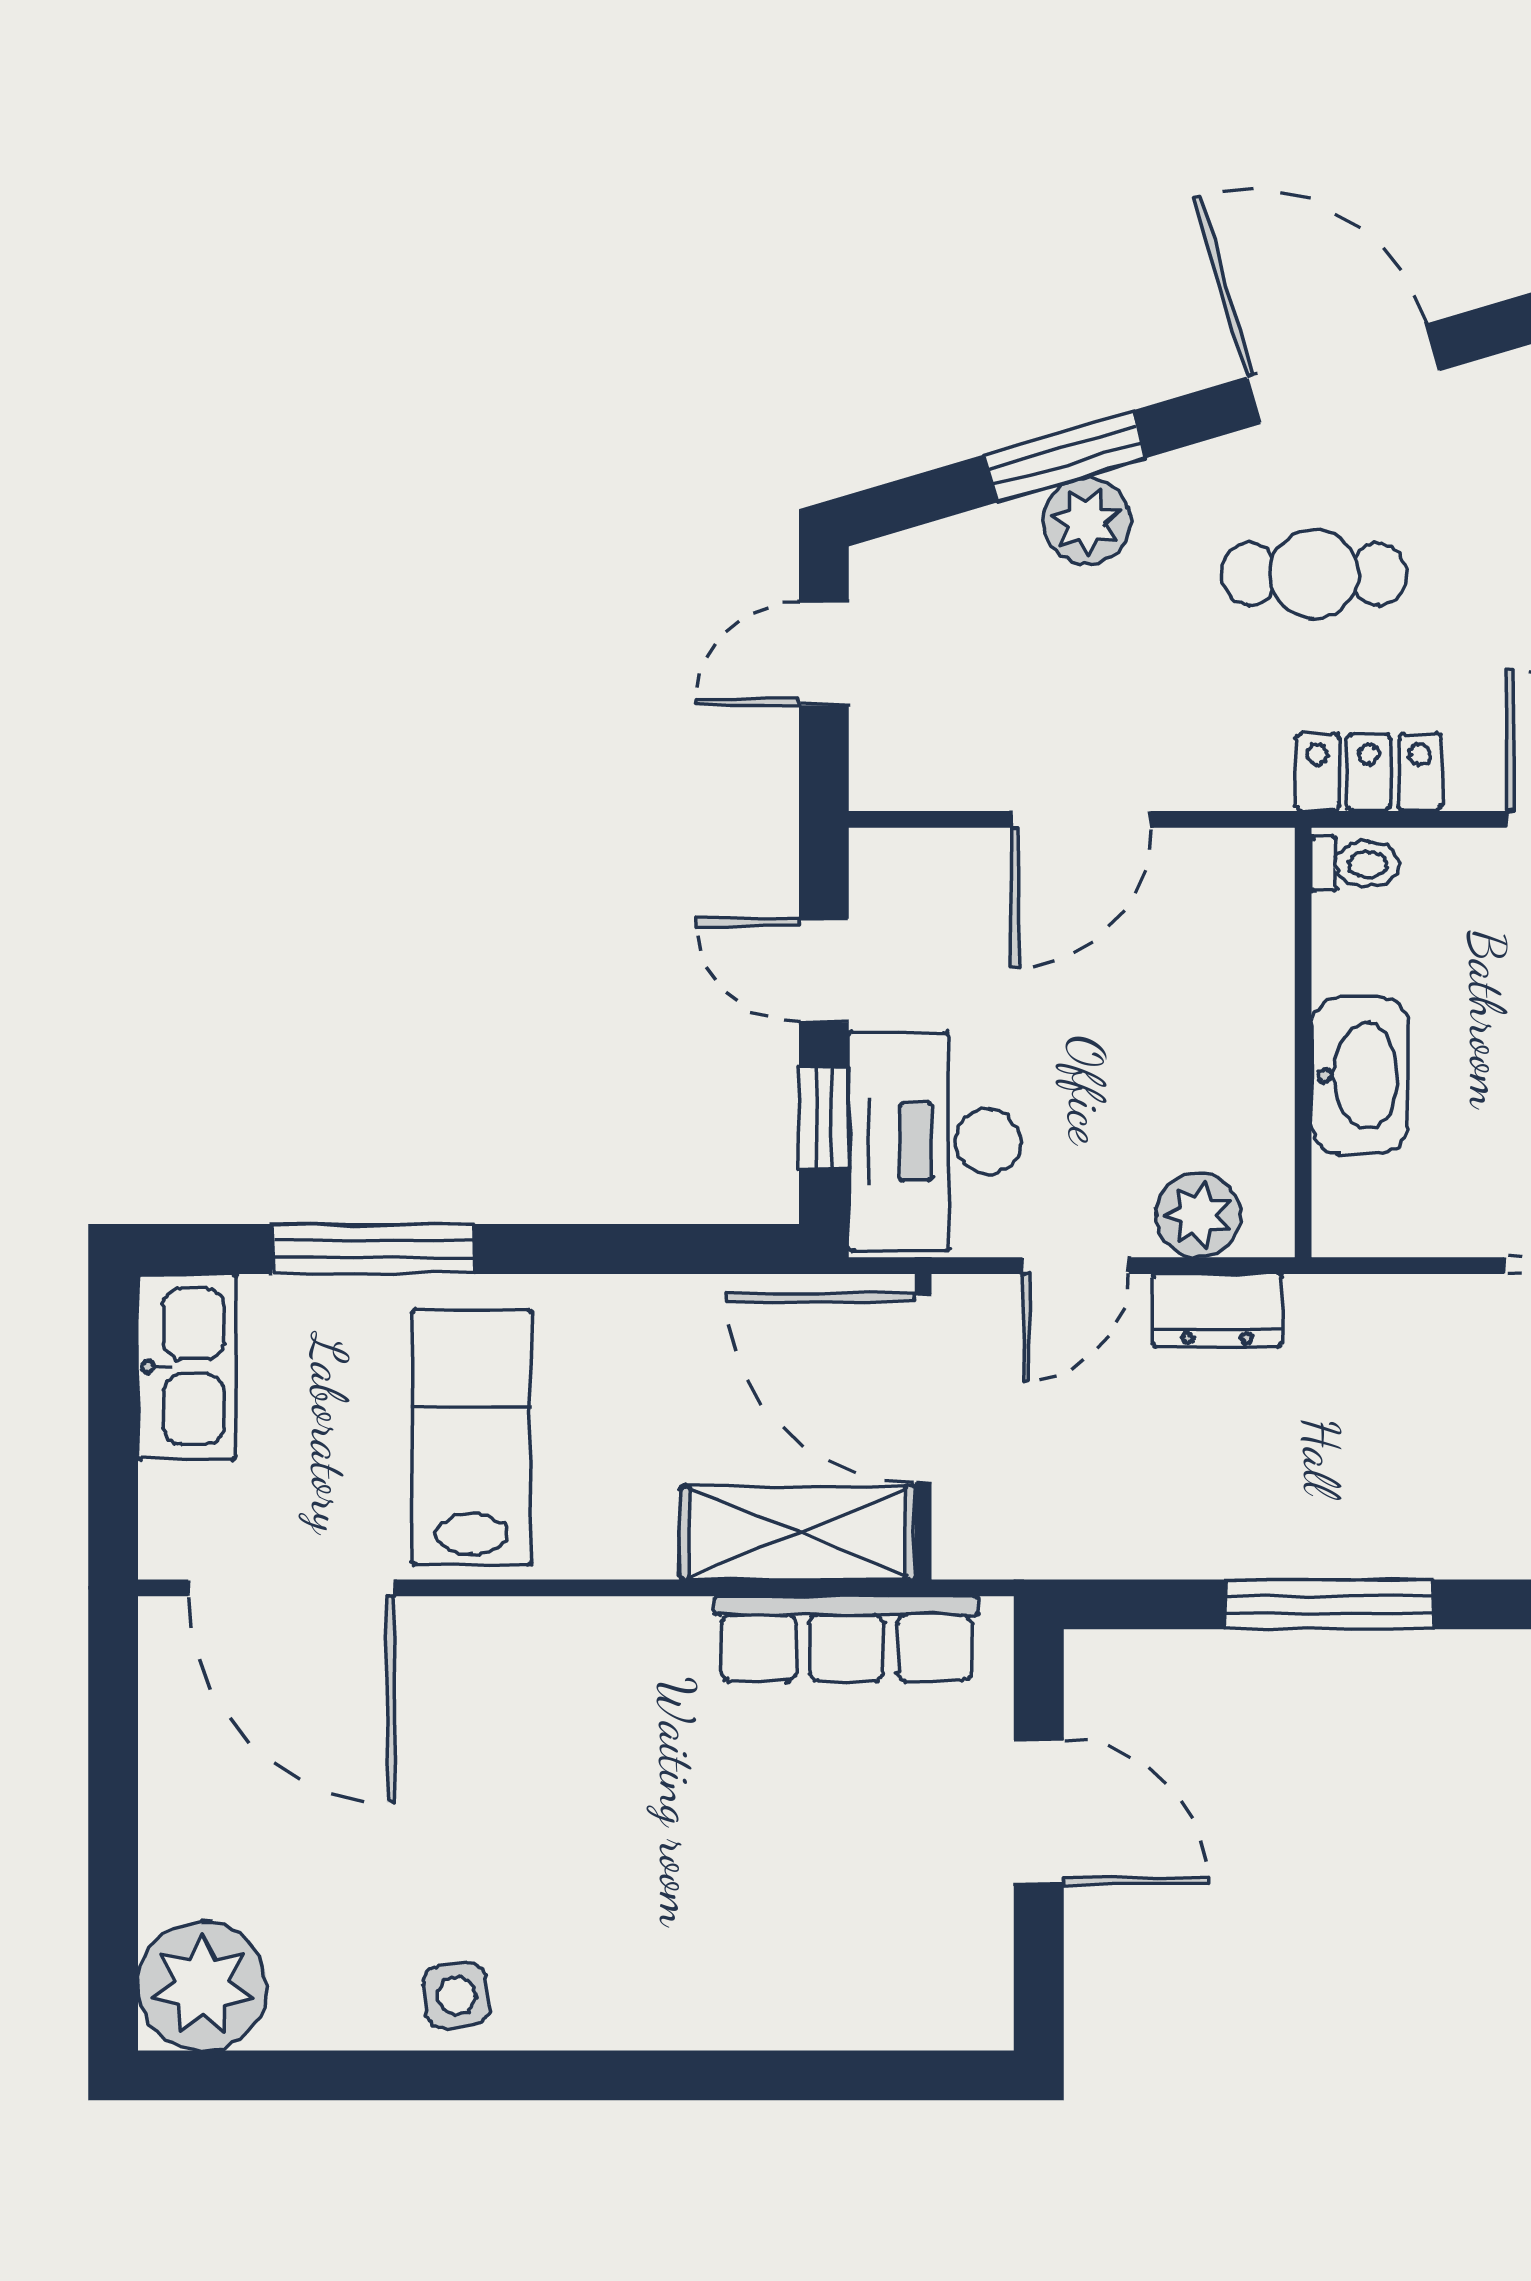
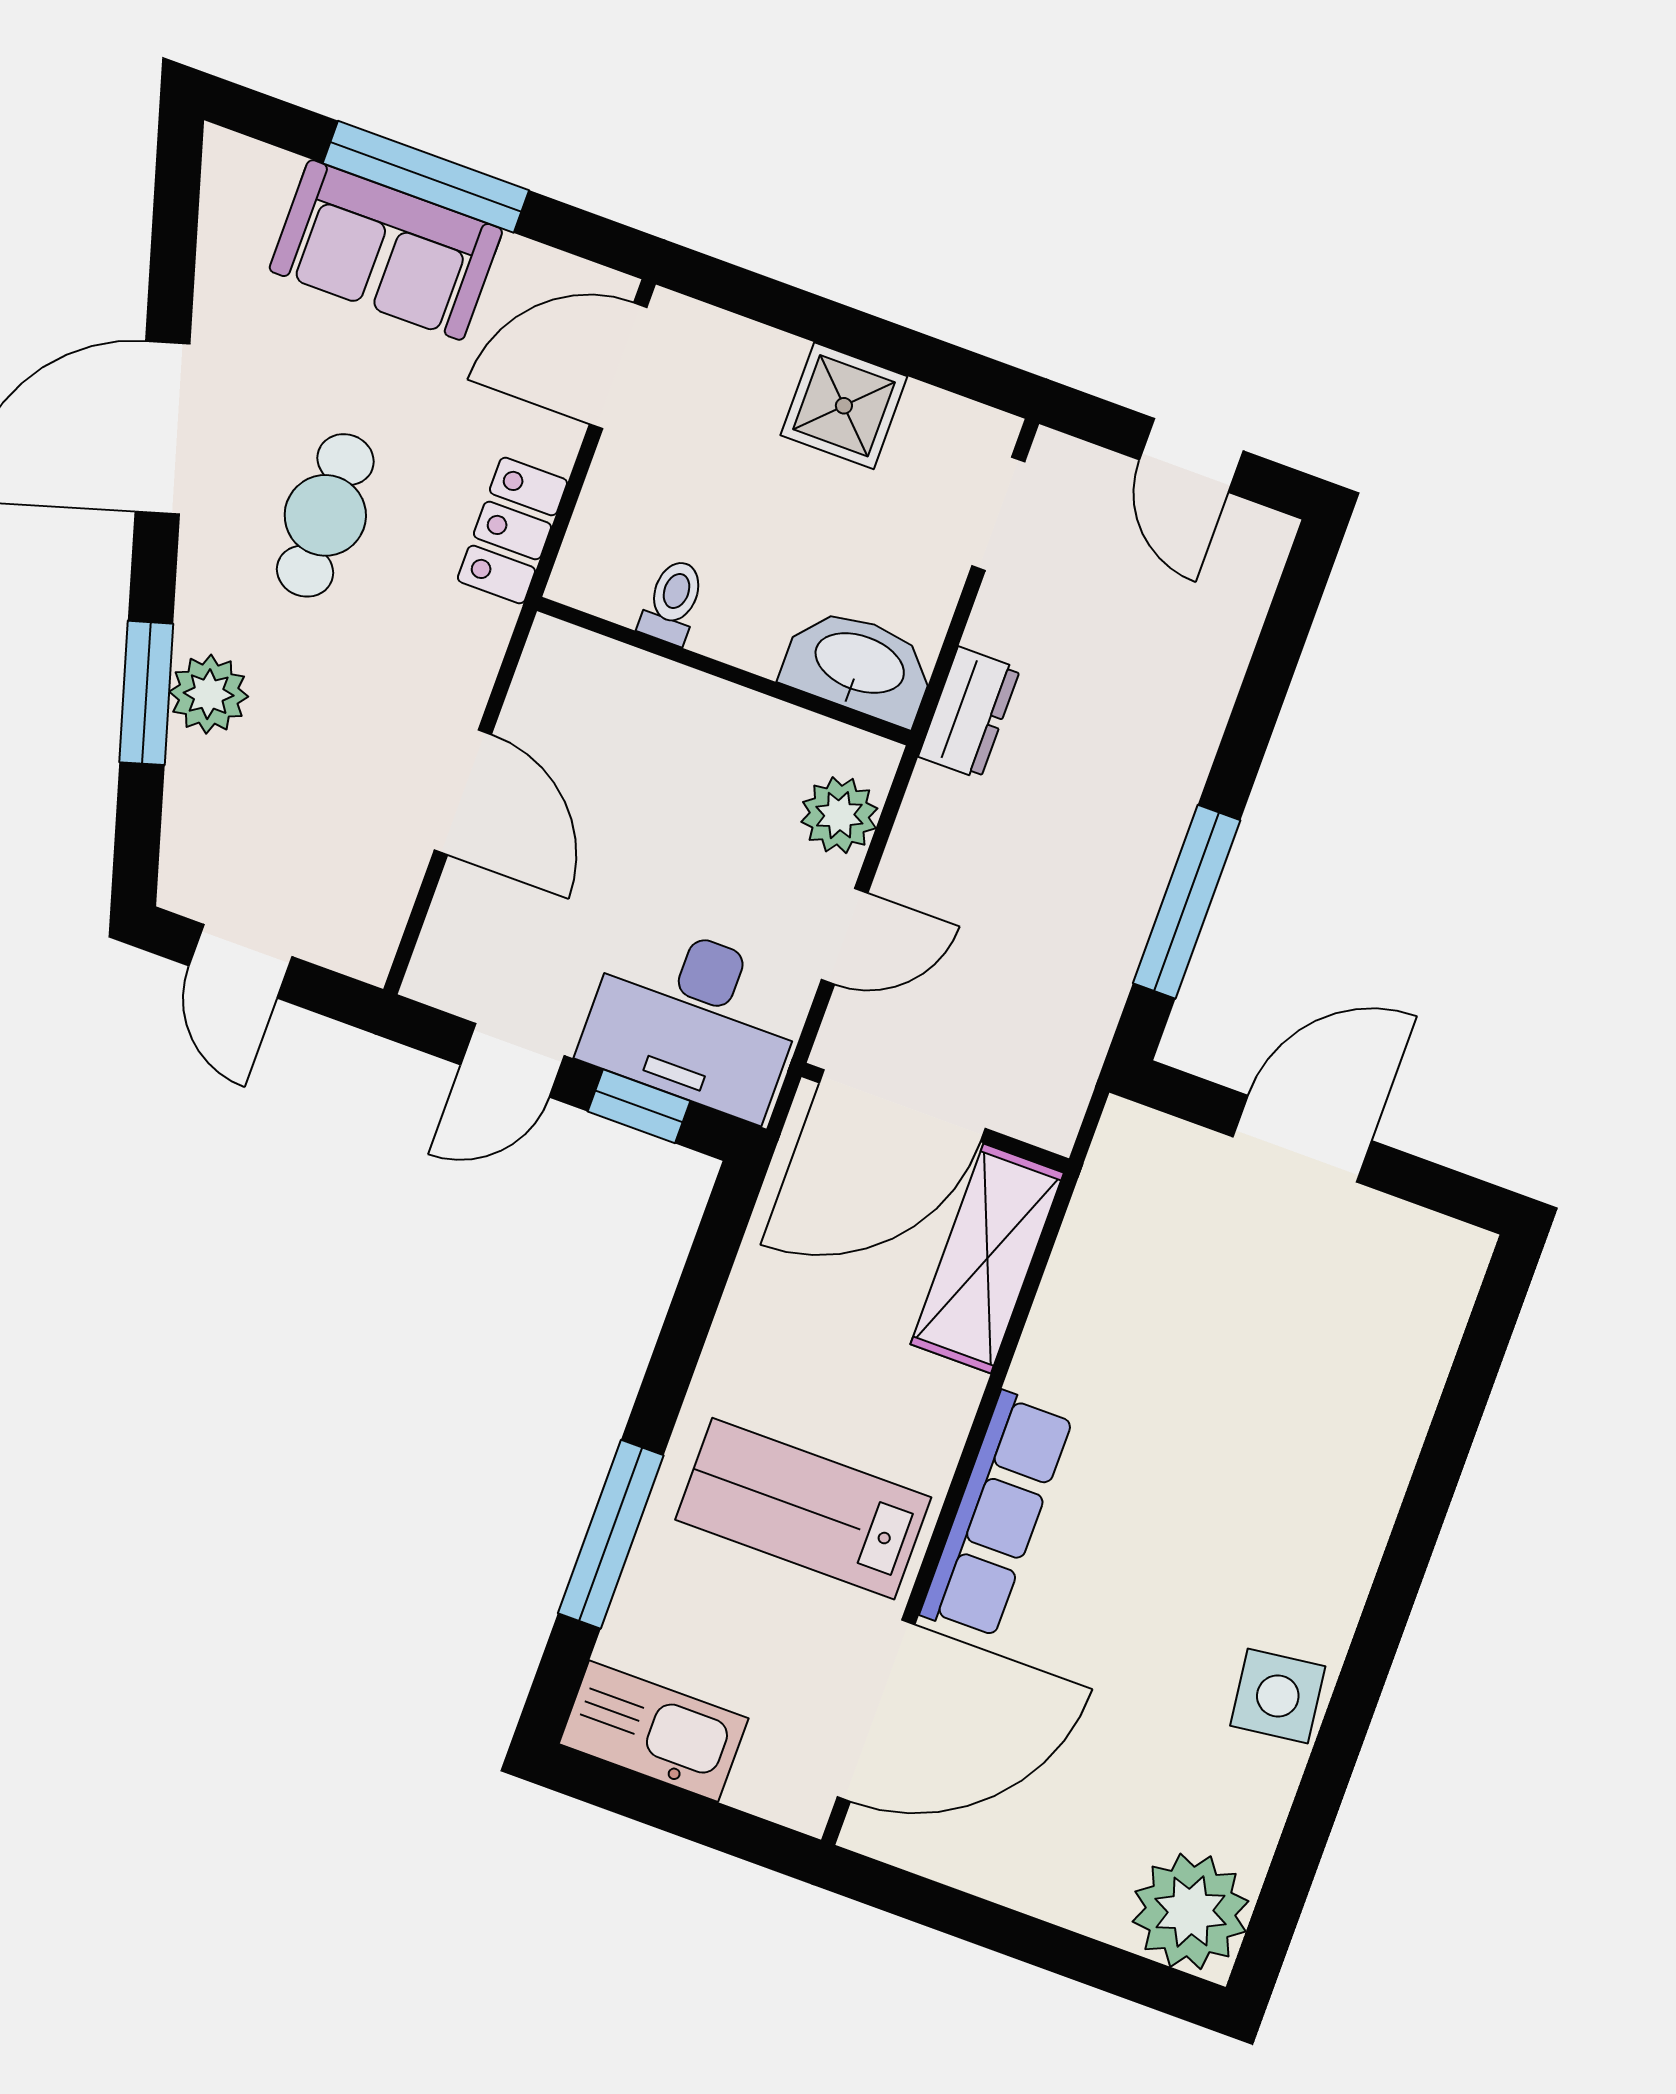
toilet: (1355, 864) -> (673, 602), moved
washbasin: (1359, 1076) -> (859, 665), moved
door: (1076, 1266) -> (845, 936), hinge flipped
dresser: (1217, 1310) -> (969, 713), moved
window: (1329, 1604) -> (1187, 902), moved
row of seats: (847, 1639) -> (997, 1515), moved
side table: (457, 1995) -> (1278, 1696), width x1.37, depth x1.37

